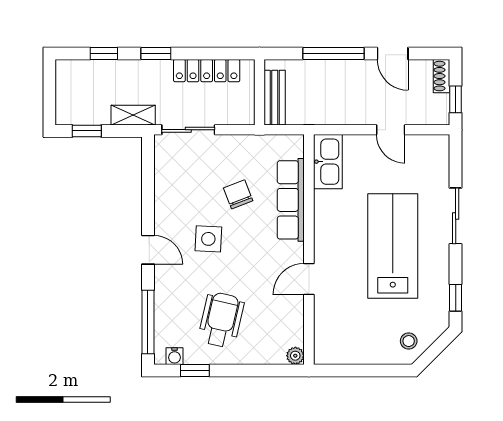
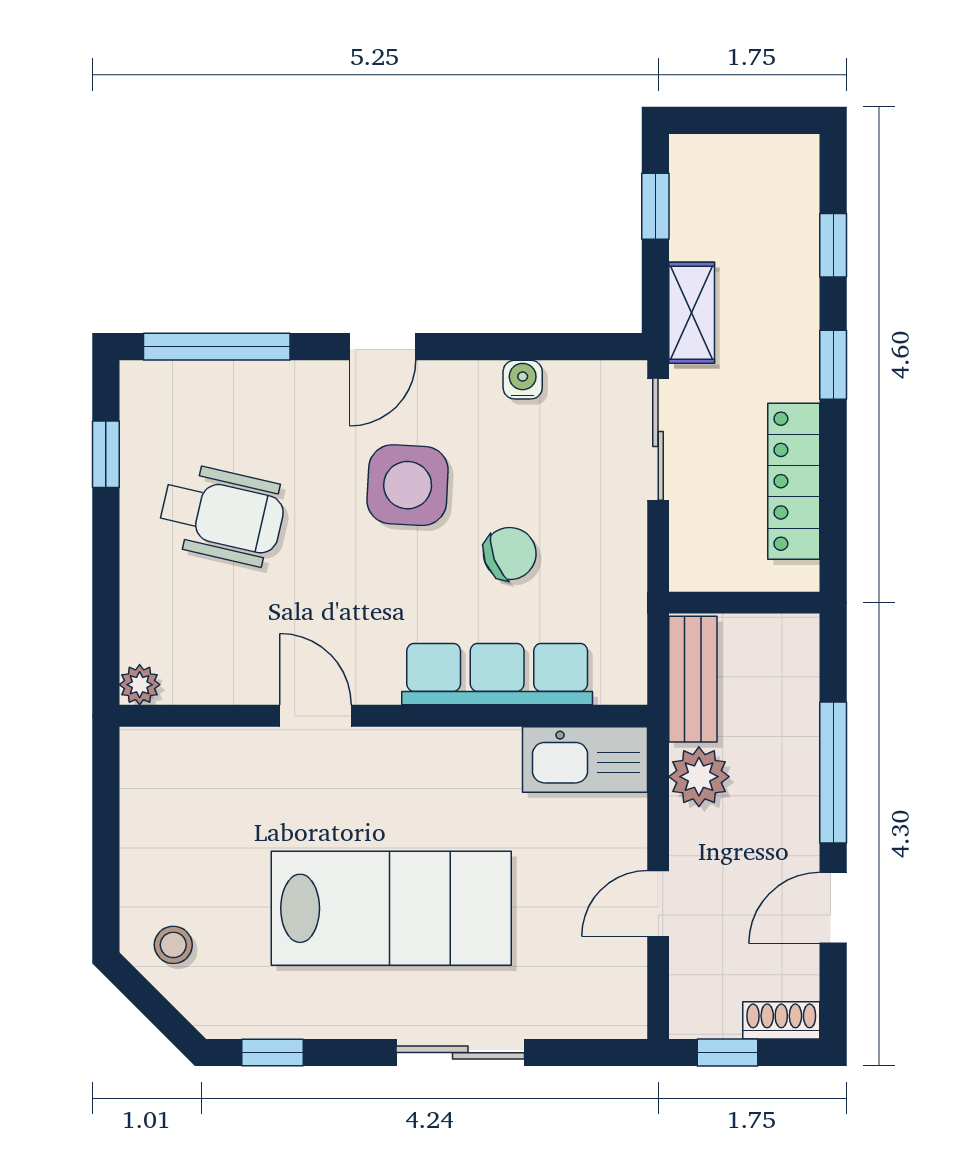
bench: (275, 98) -> (693, 679), moved, turned 90
plant: (335, 112) -> (699, 777), added
side table: (208, 239) -> (408, 485), width x1.37, depth x1.37
water cooler: (175, 356) -> (523, 380), moved, turned 90

